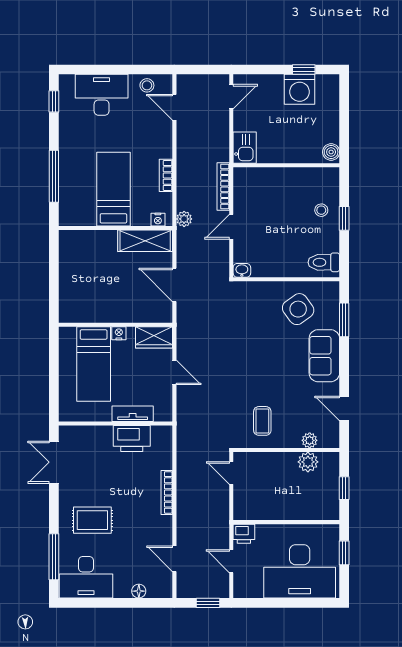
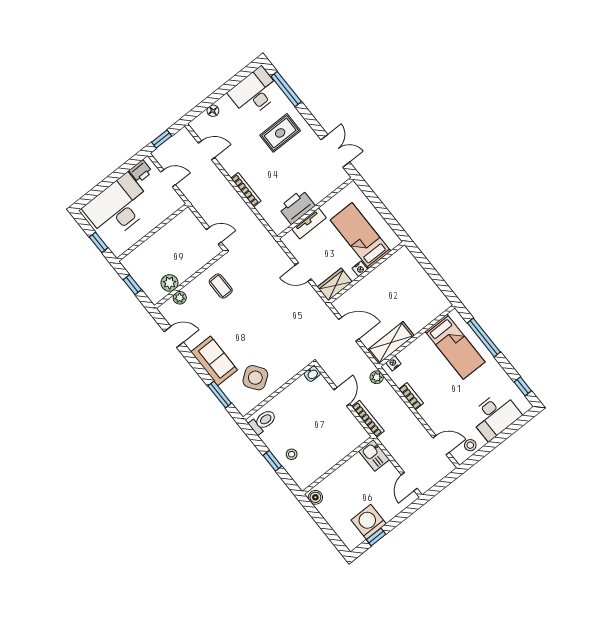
bed: (113, 189) -> (455, 347), moved
printer: (244, 534) -> (141, 171), moved, turned 180

